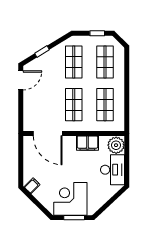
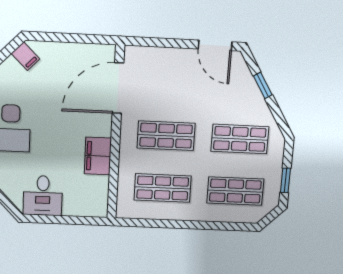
plant: (116, 145) -> (92, 203), removed
desk: (112, 170) -> (43, 196), width x0.73

